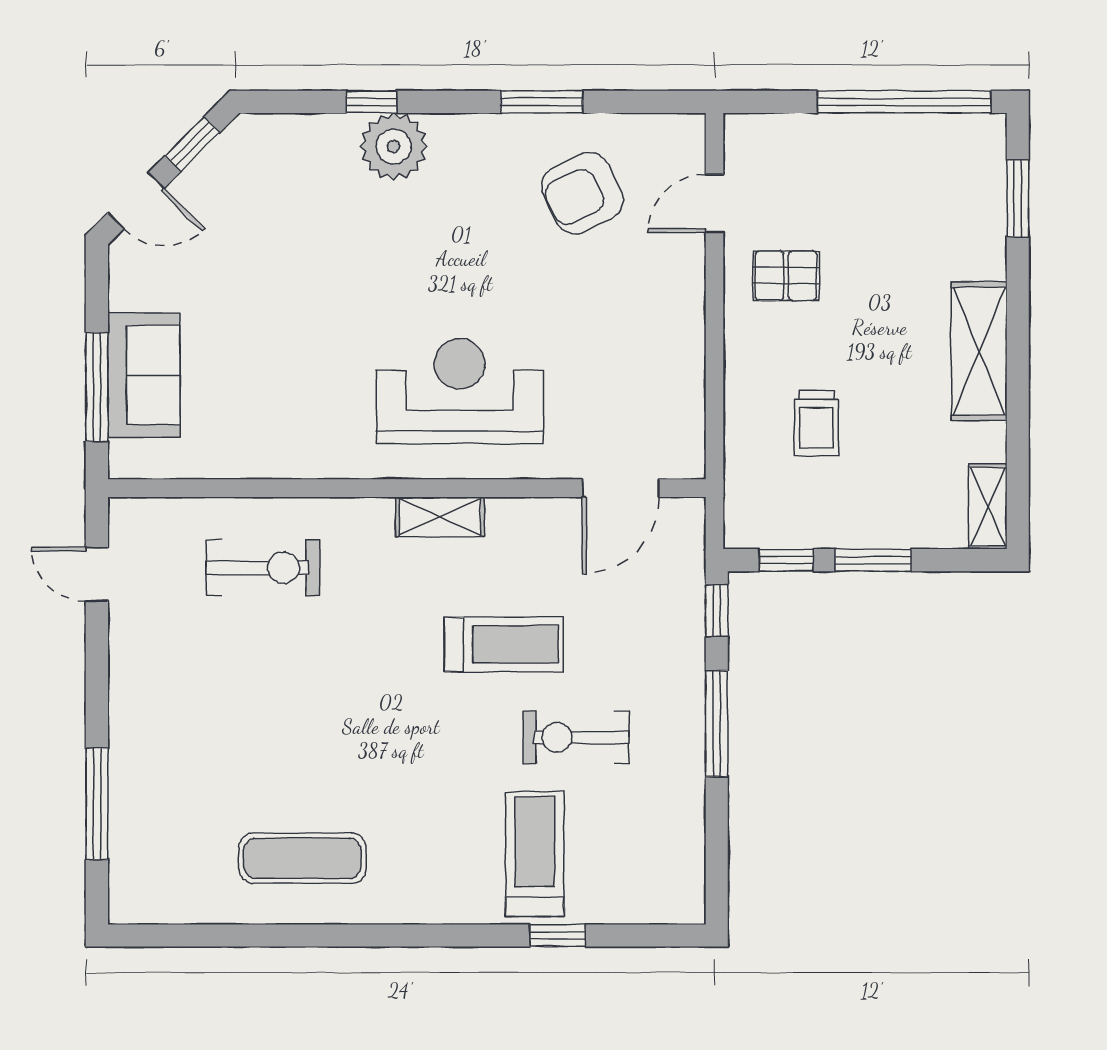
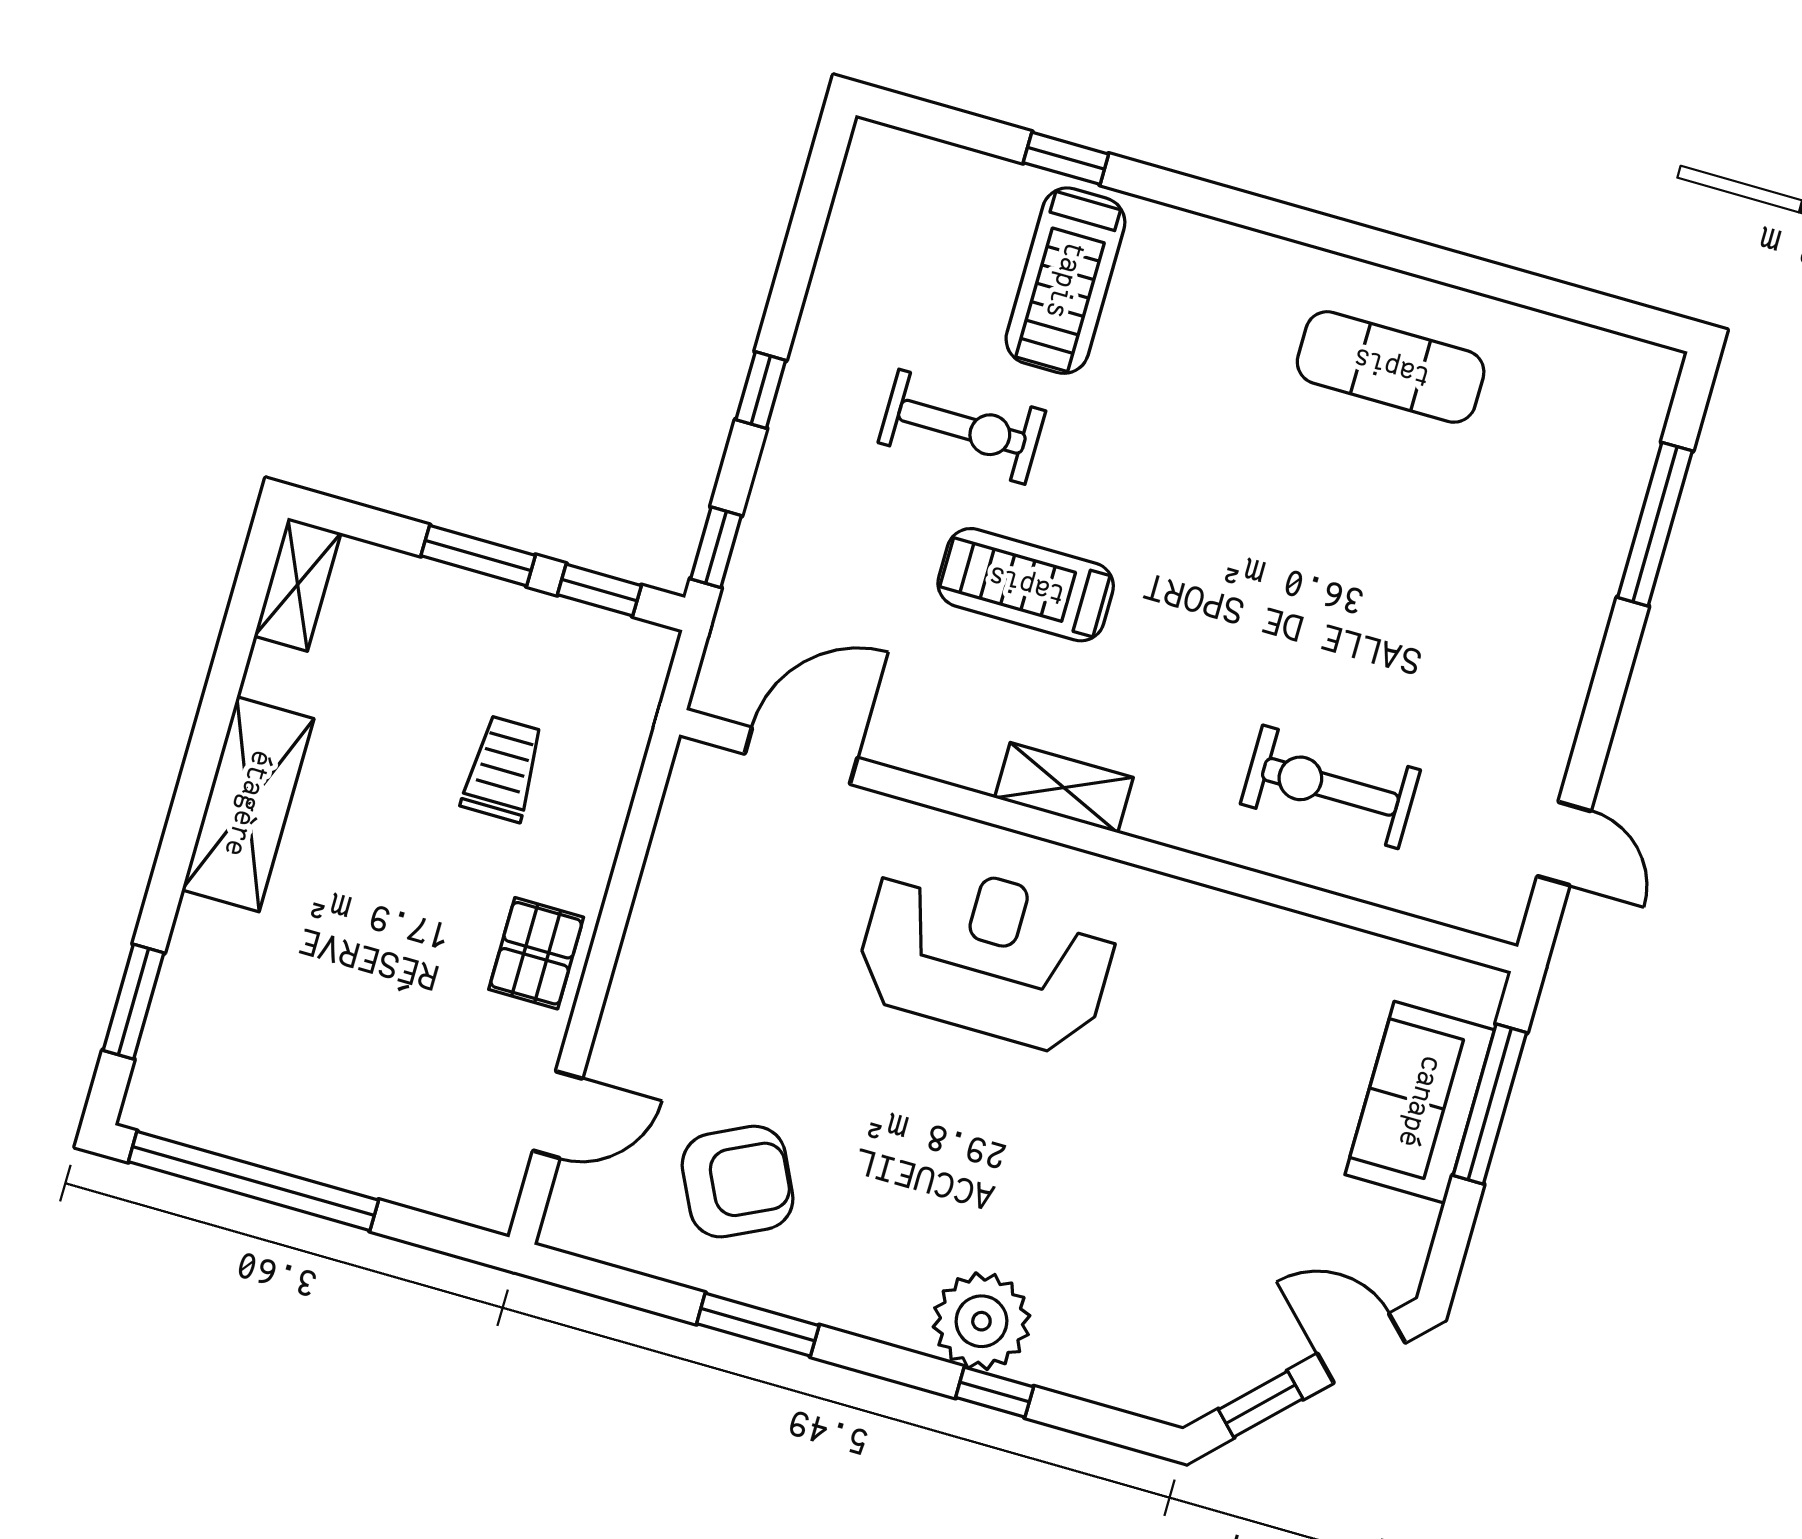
pallet: (786, 276) -> (536, 953), moved, turned 90
reception desk: (460, 391) -> (987, 955), turned 180
window: (717, 724) -> (761, 390), width x0.46

